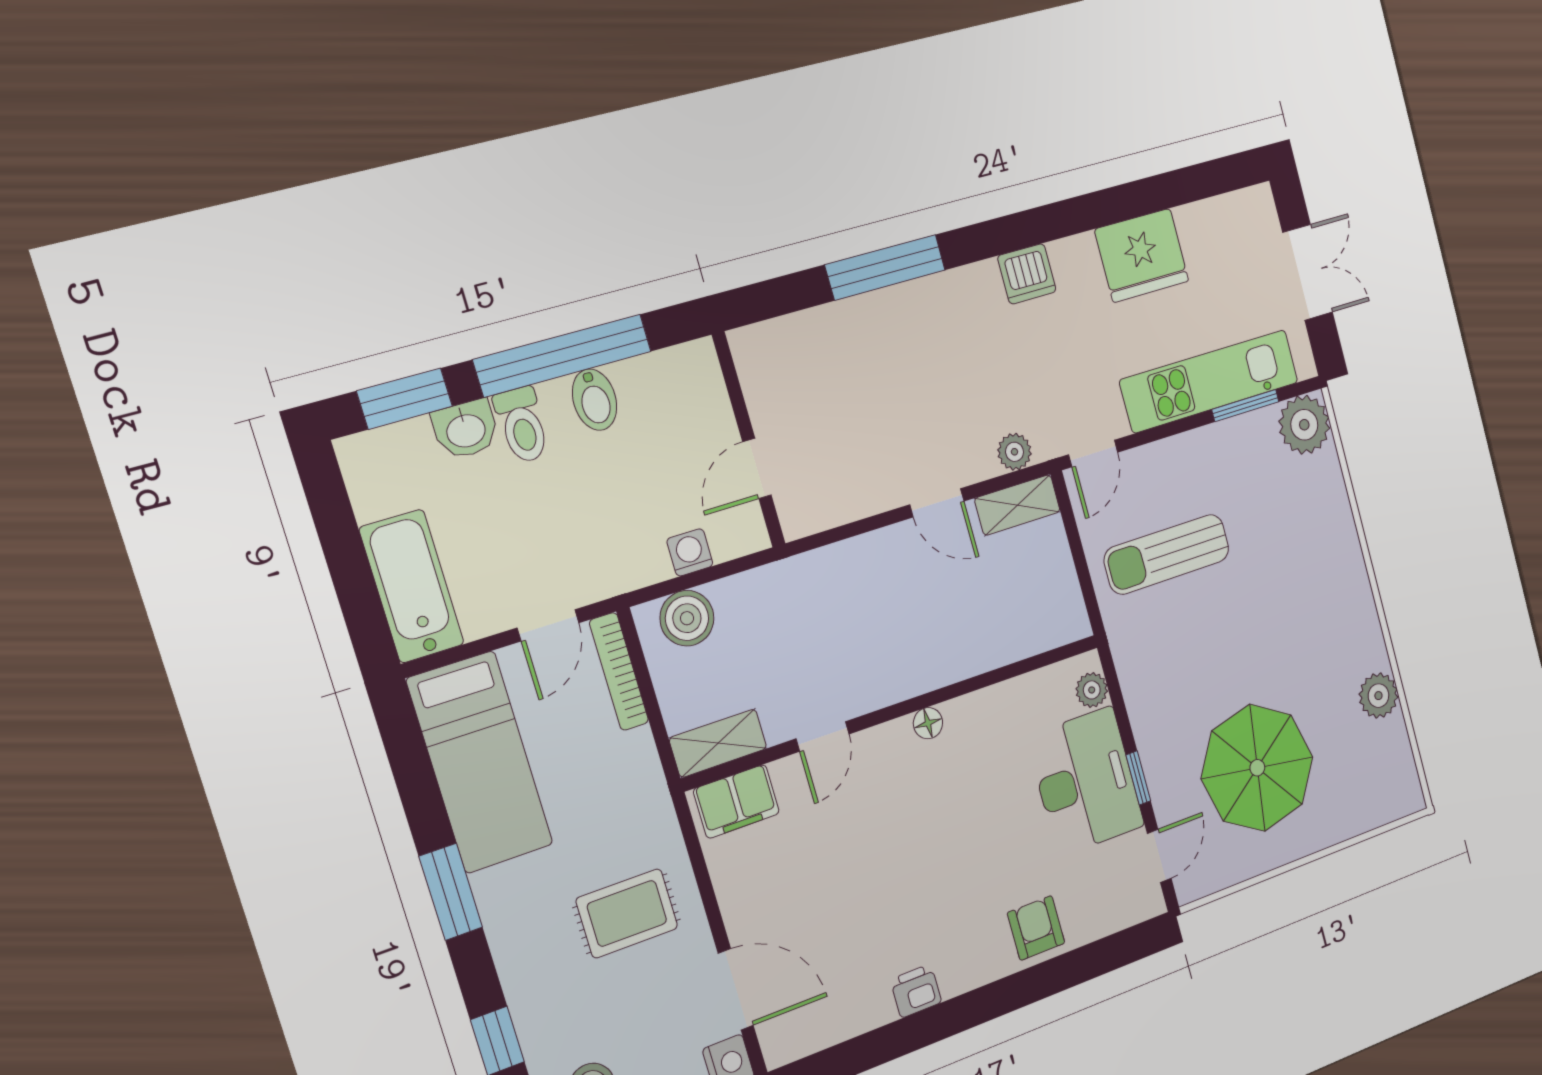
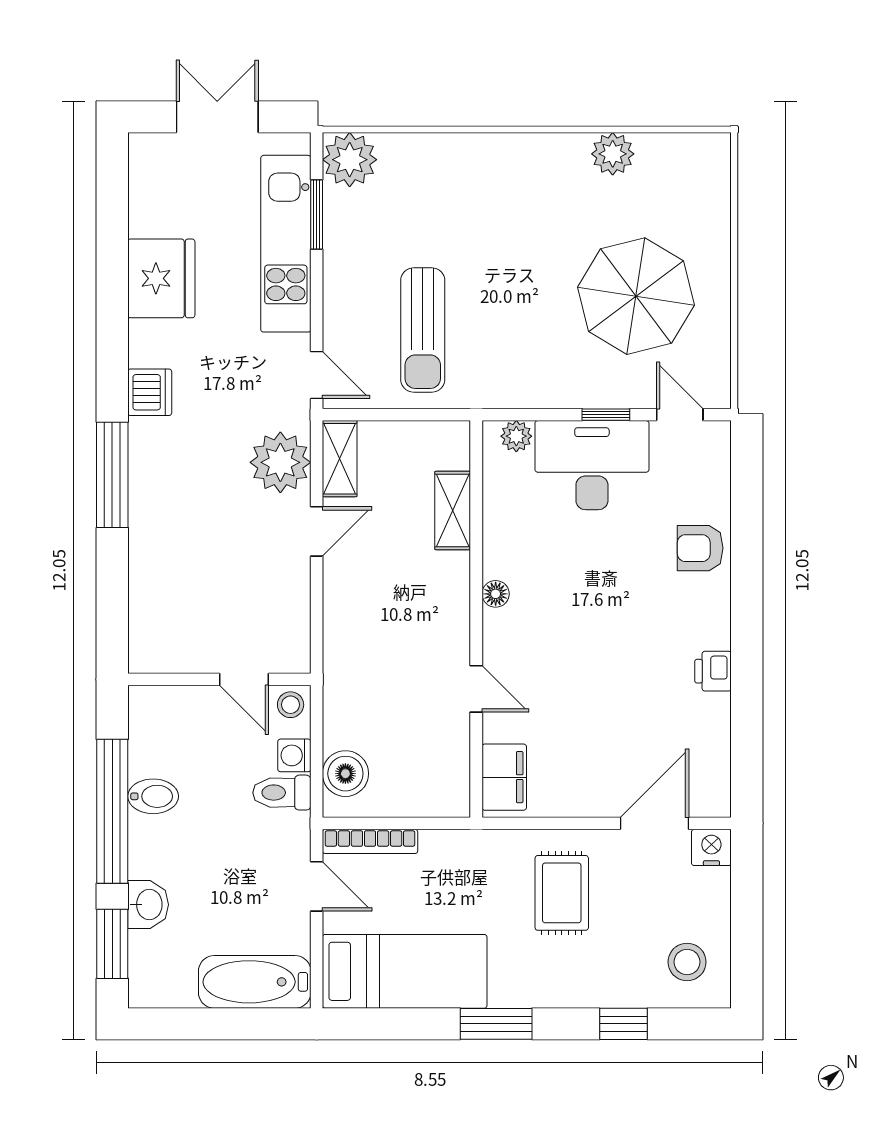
window: (885, 267) -> (112, 475), moved
toilet: (522, 425) -> (282, 793), moved, turned 180
plant: (1014, 452) -> (280, 462), width x1.88, depth x1.88
stool: (745, 531) -> (291, 705), added
shelving: (718, 743) -> (453, 510), moved

